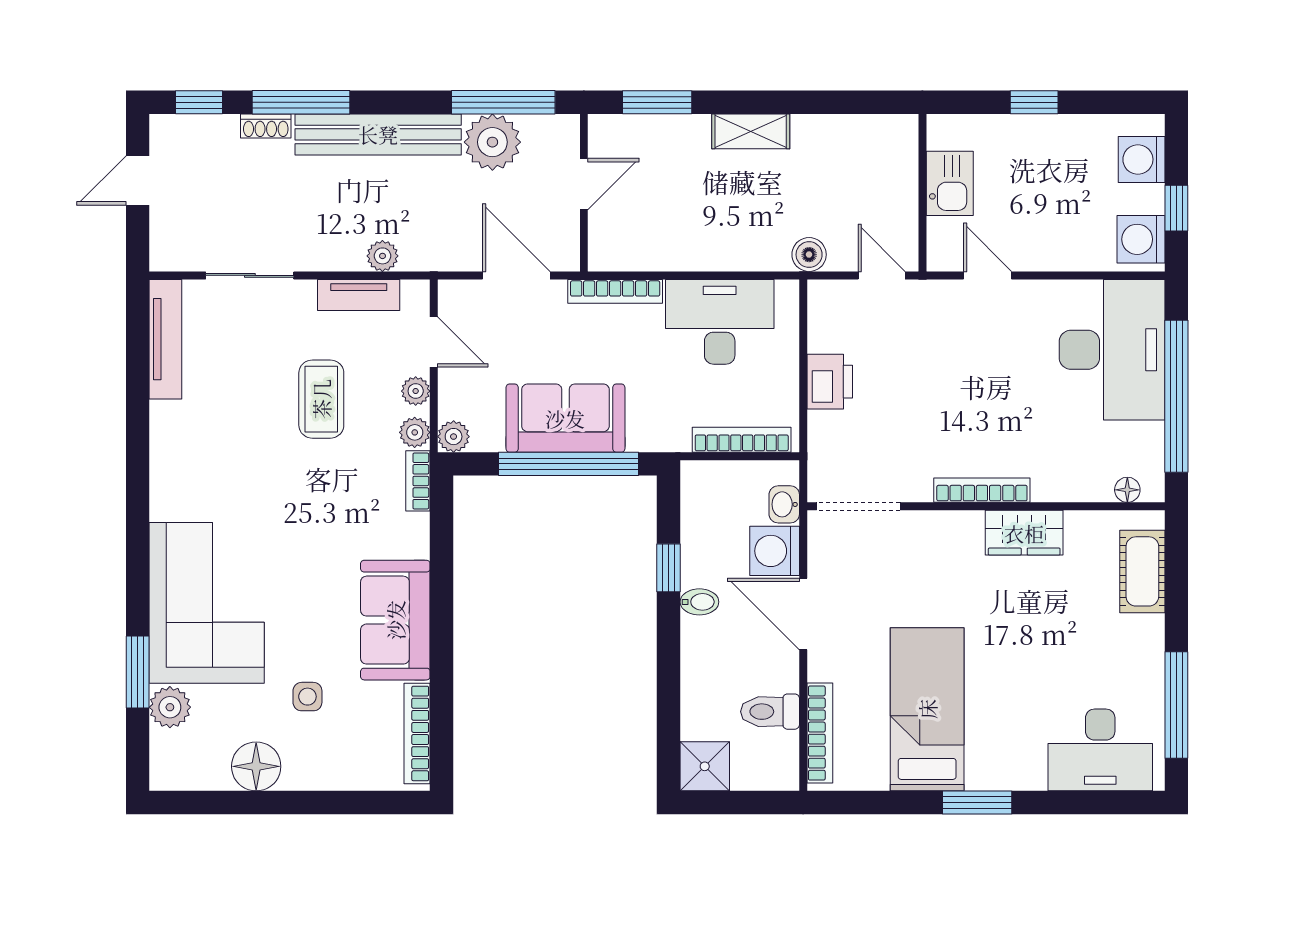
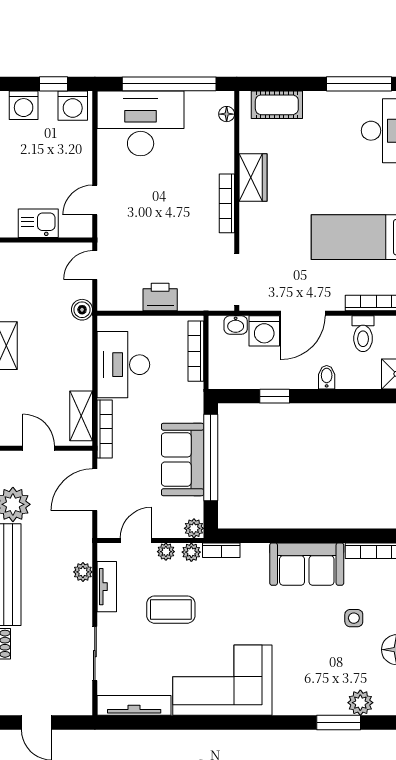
shelving: (636, 253) -> (81, 416), added
bidet: (699, 602) -> (327, 377), moved
corner sofa: (207, 603) -> (222, 680), moved

